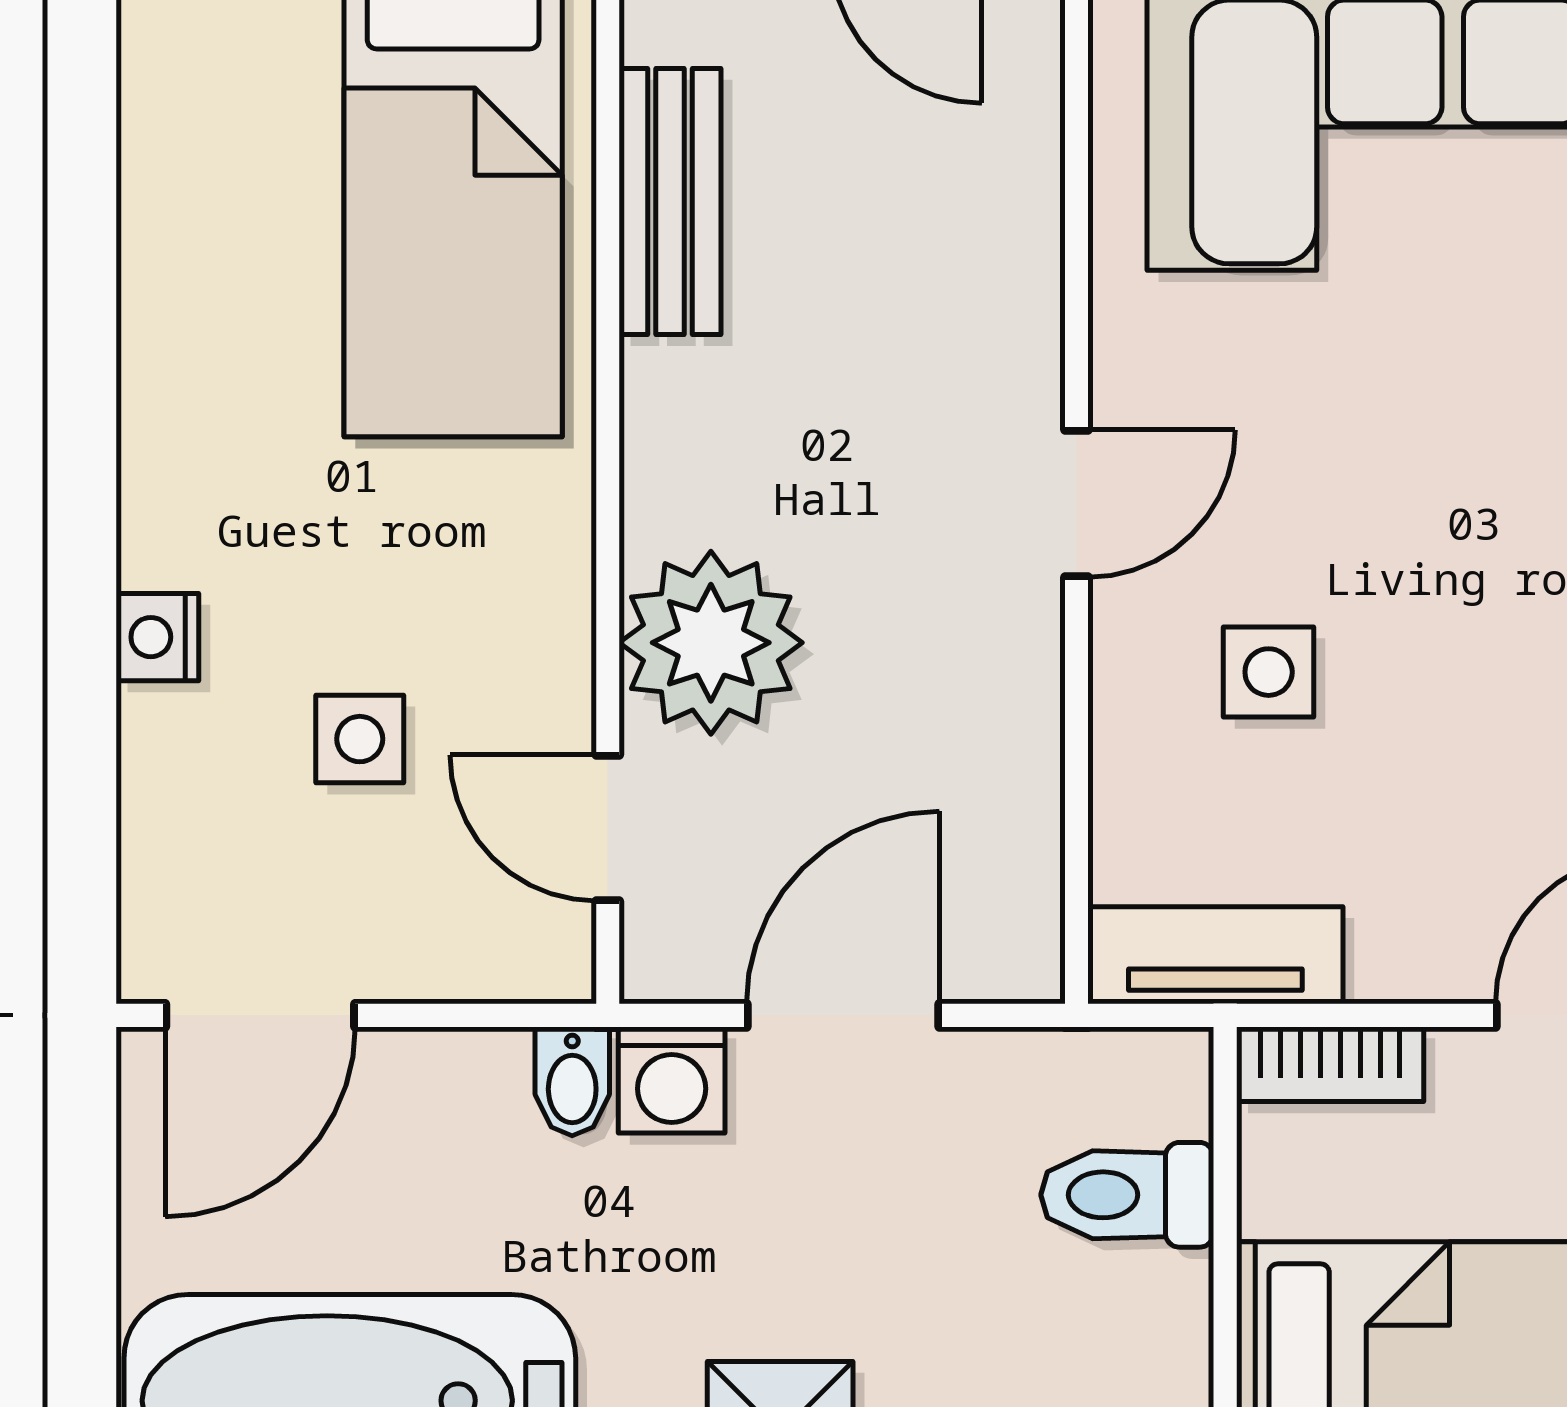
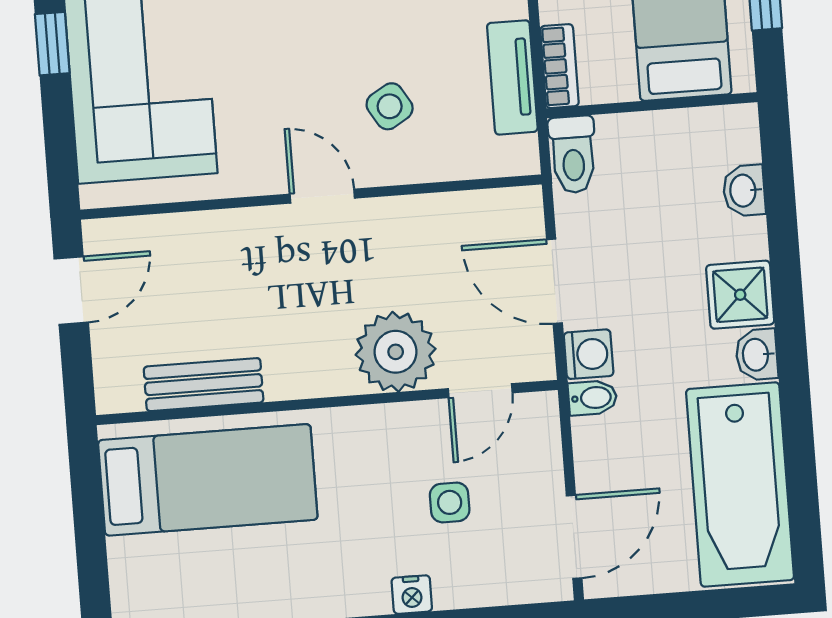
side table: (1269, 672) -> (390, 106), turned -31
tv unit: (1215, 955) -> (512, 77), moved
door: (260, 1015) -> (574, 537), hinge flipped
toilet: (1127, 1195) -> (573, 155), moved

